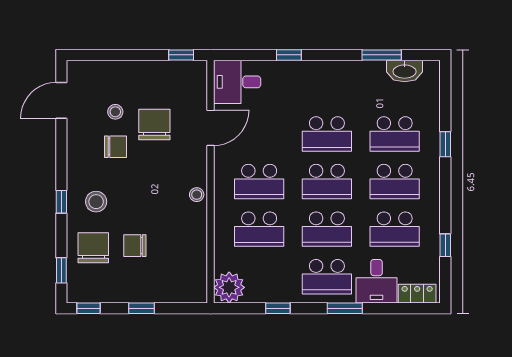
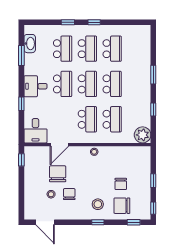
chair: (154, 124) -> (58, 174), turned 90
door: (210, 128) -> (59, 145), swing flipped
window: (445, 245) -> (94, 22), moved
school desk: (327, 277) -> (137, 84), removed
desk: (377, 281) -> (35, 86), moved, turned 180
locker: (417, 294) -> (146, 37), removed

